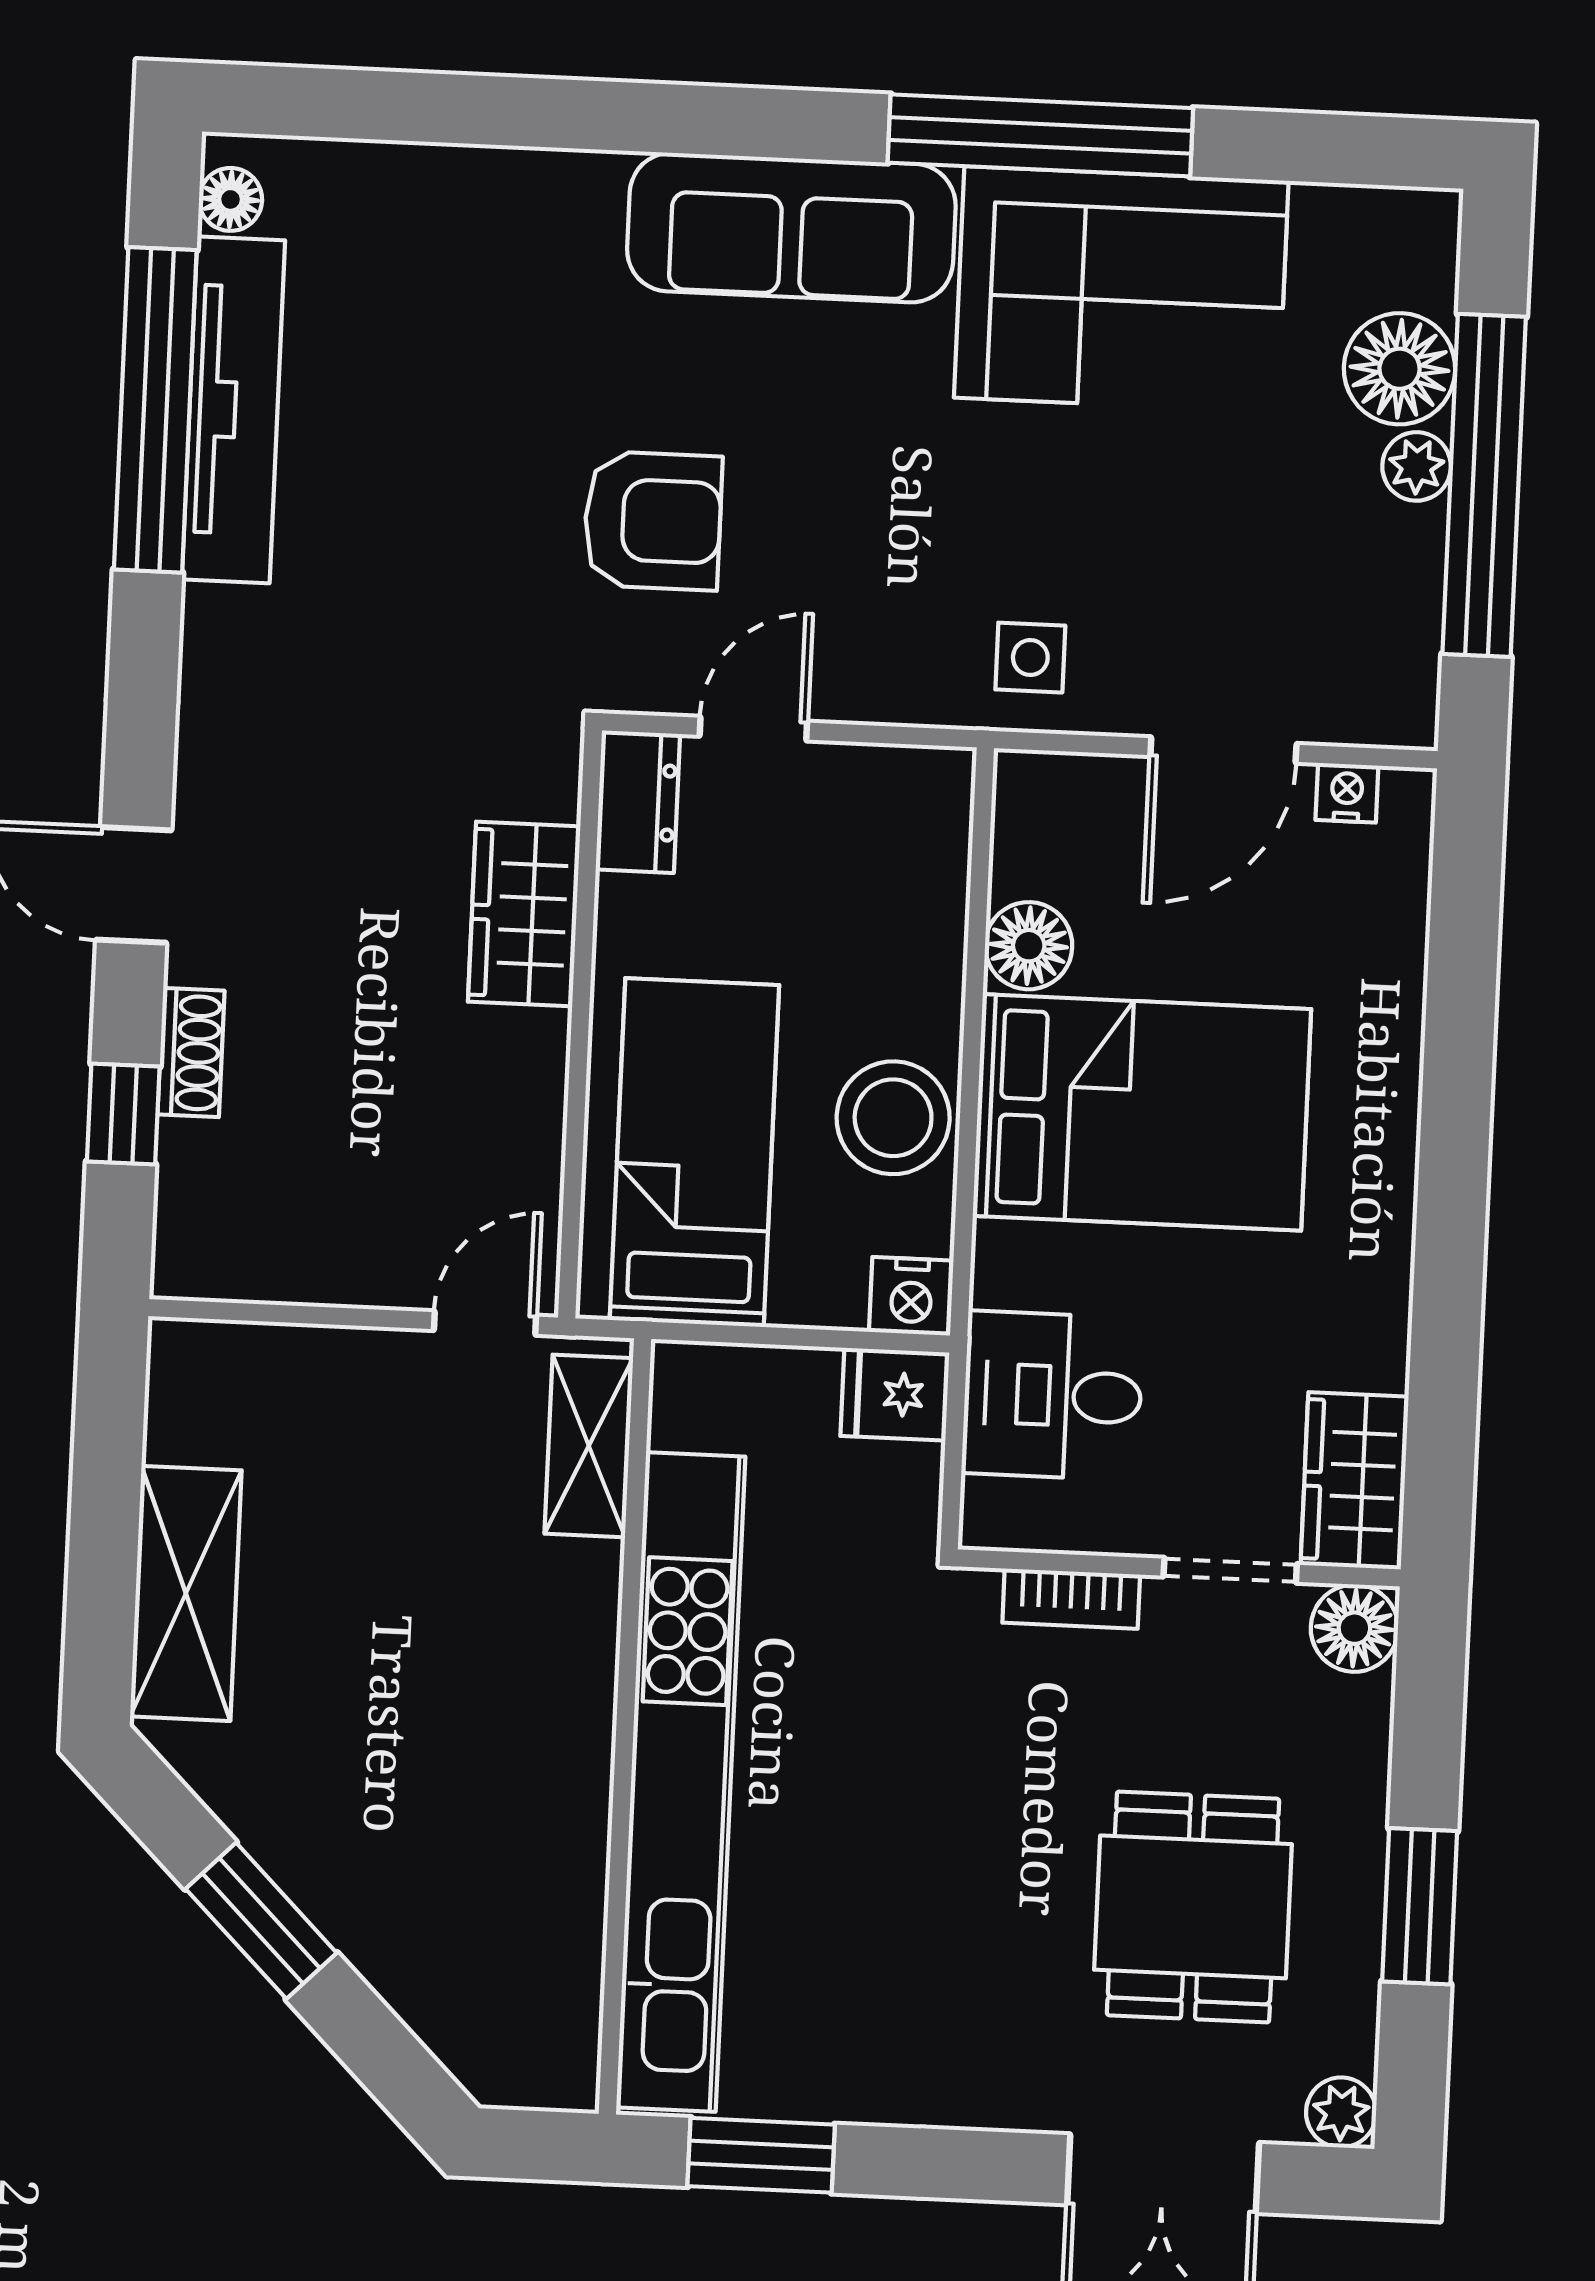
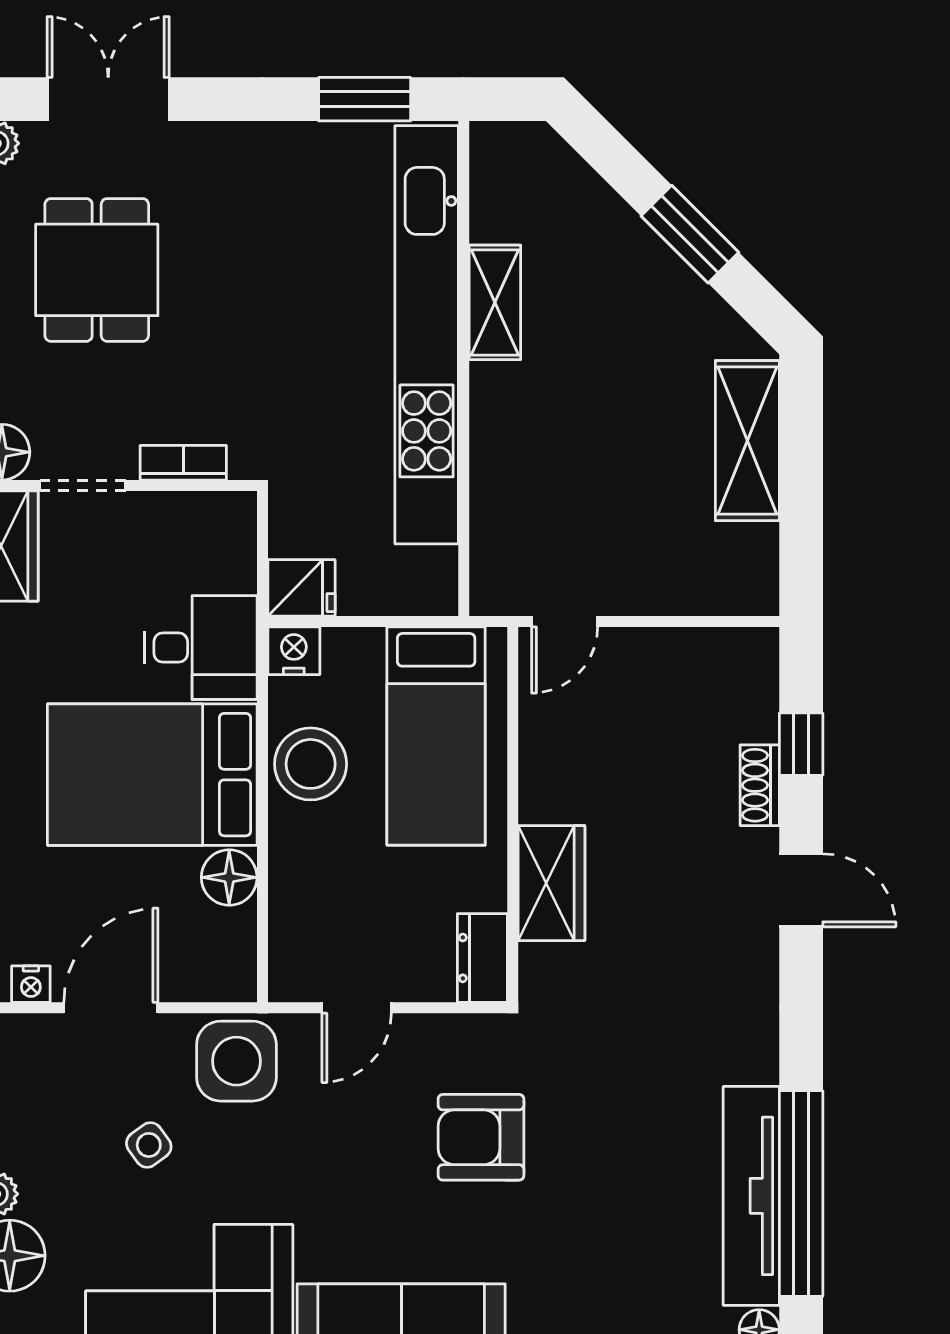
side table: (1174, 532) -> (149, 1145), added
side table: (1030, 658) -> (236, 1061), width x1.87, depth x1.87
door: (753, 729) -> (357, 1008), moved
desk: (1053, 1396) -> (201, 648), moved
shelving: (589, 1446) -> (495, 302), moved

